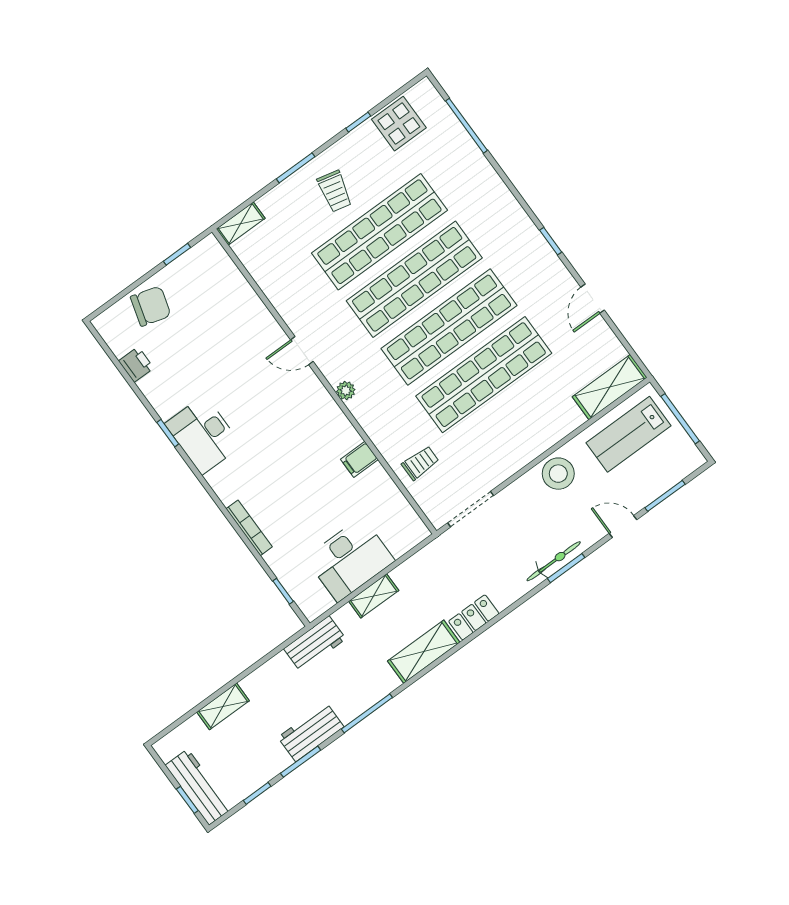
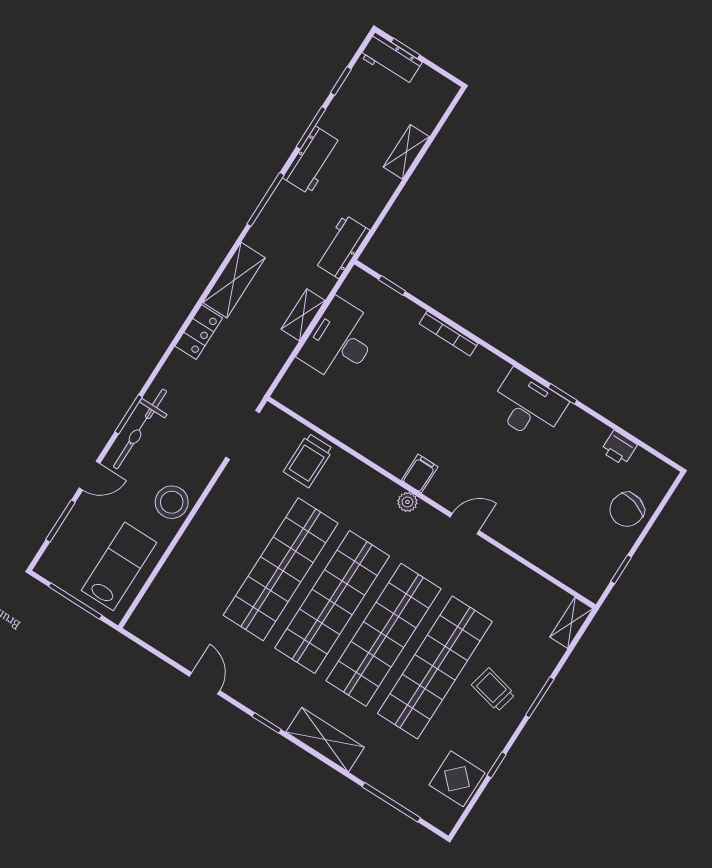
shelving: (610, 387) -> (325, 740), moved, turned 90
filing cabinet: (359, 459) -> (420, 474), moved
trolley: (420, 463) -> (308, 460), width x1.36, depth x1.39
bicycle: (554, 561) -> (140, 429), width x1.37, depth x1.40
workbench: (198, 787) -> (391, 59), width x0.73

